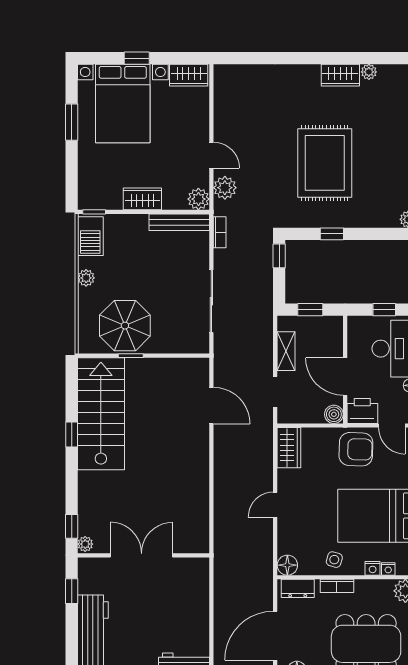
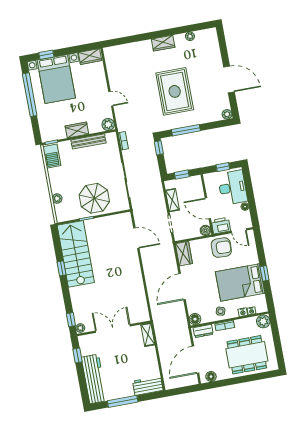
window: (137, 58) -> (46, 55), moved
wardrobe: (340, 75) -> (163, 43), moved
window: (72, 122) -> (30, 95), width x2.11
plant: (225, 188) -> (122, 115), removed
bench: (179, 222) -> (88, 141), moved
window: (332, 234) -> (186, 130), width x2.17
plant: (86, 278) -> (57, 199), moved
parasol: (125, 326) -> (94, 198), moved
door: (275, 505) -> (182, 287), width x1.87
shelving: (200, 577) -> (148, 335), added

